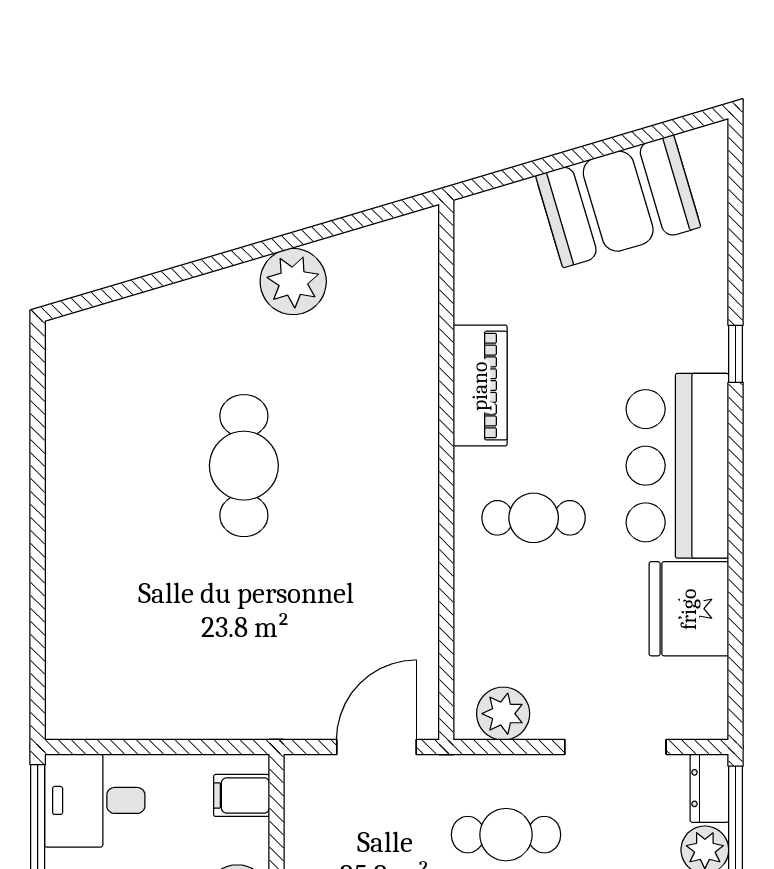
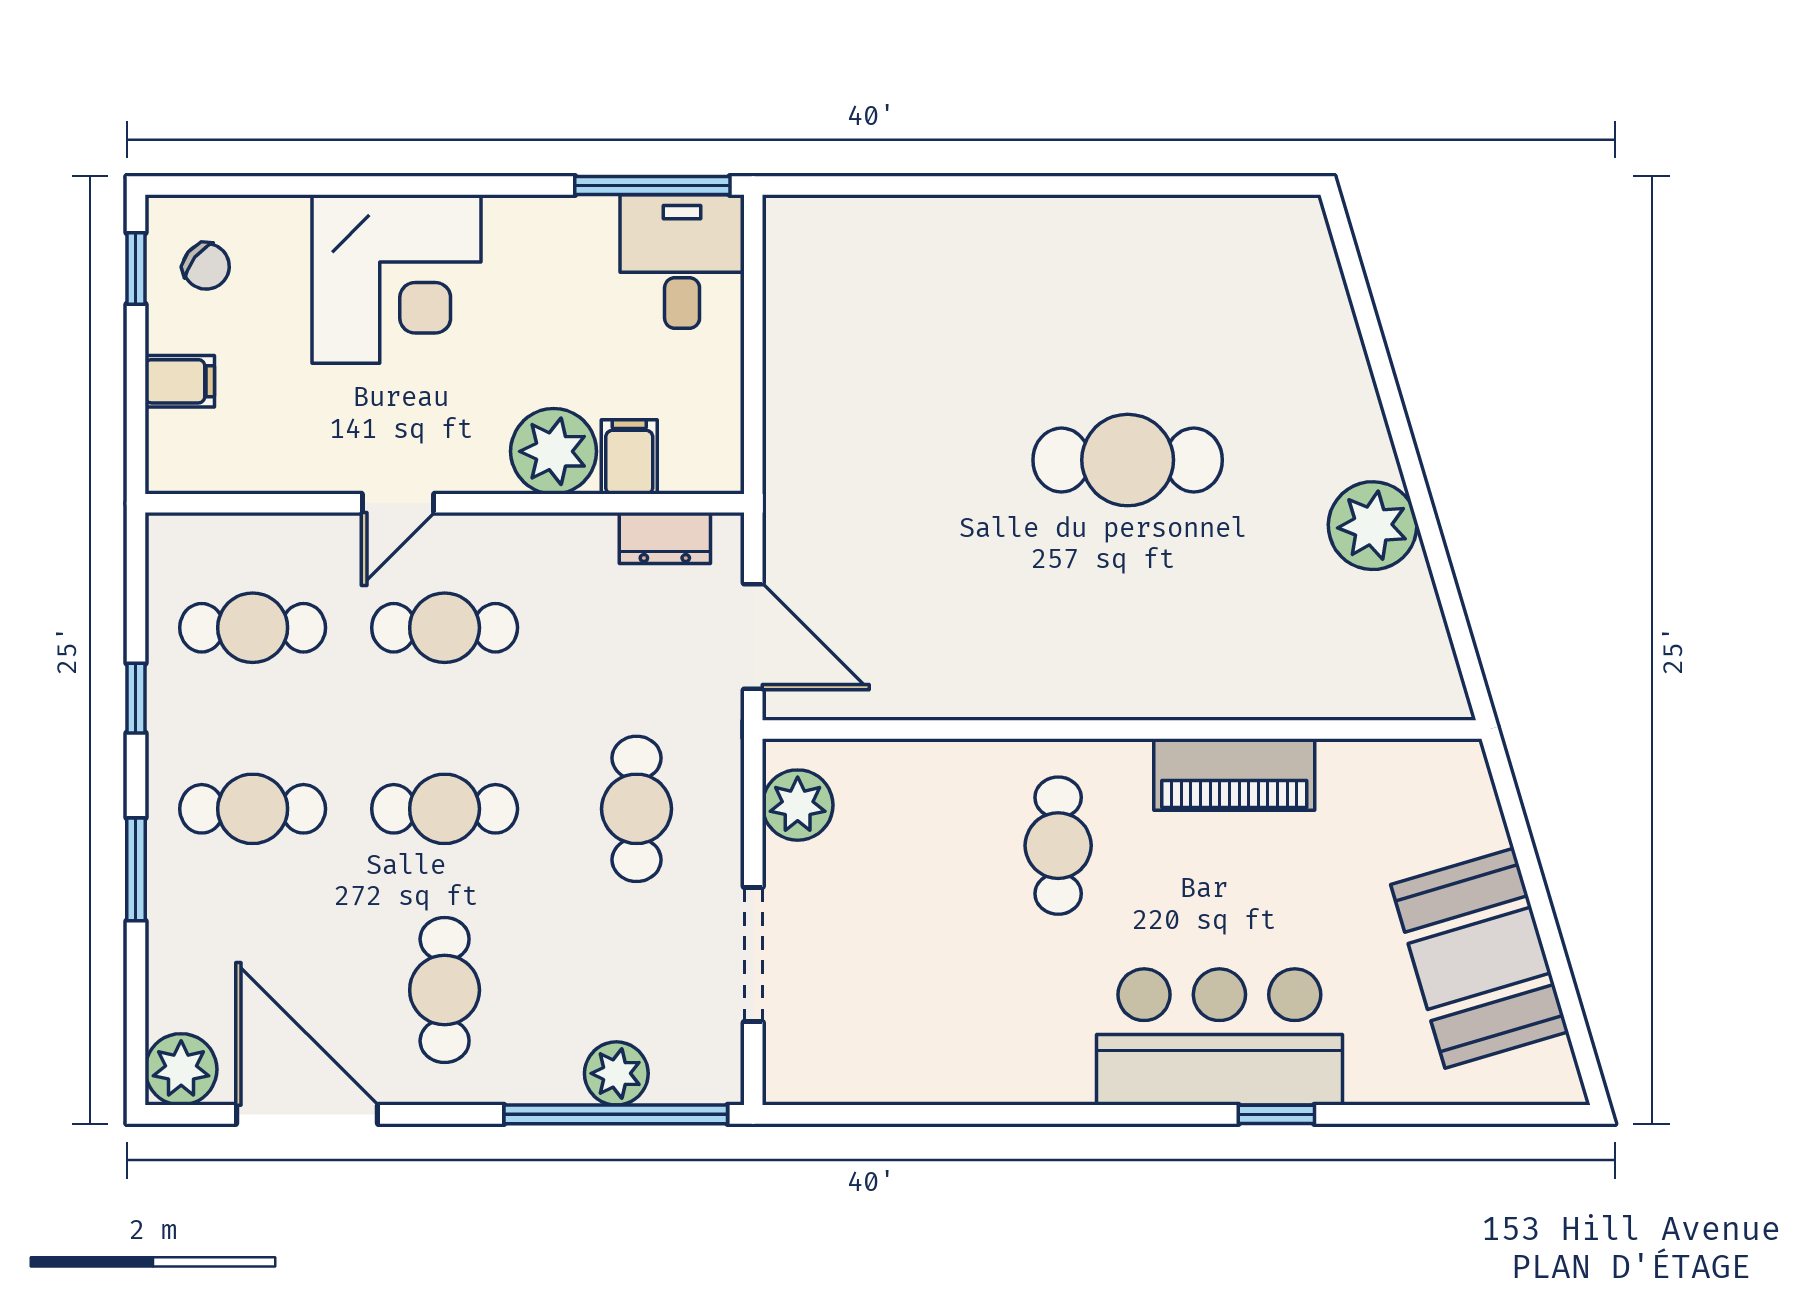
bar counter: (677, 466) -> (1219, 1037), moved
fridge: (689, 609) -> (937, 1052), removed
dresser: (709, 788) -> (665, 538), moved, turned 180
filing cabinet: (242, 795) -> (629, 457), moved

